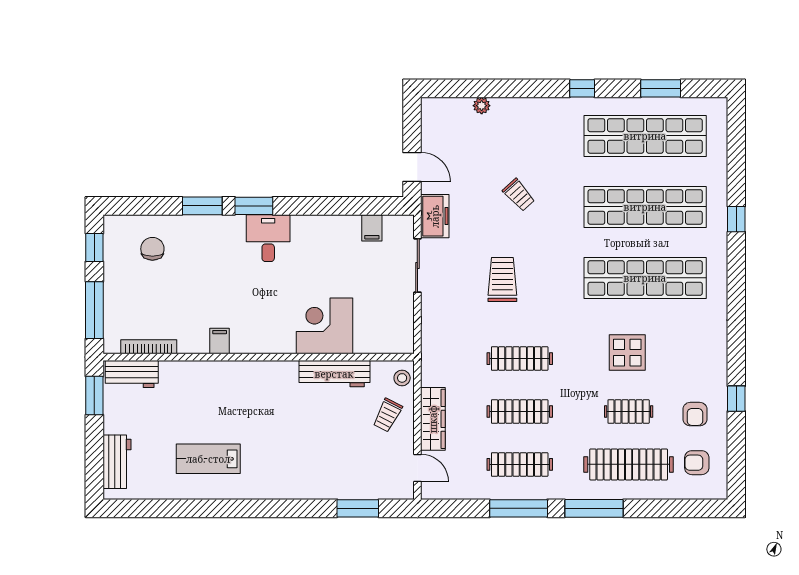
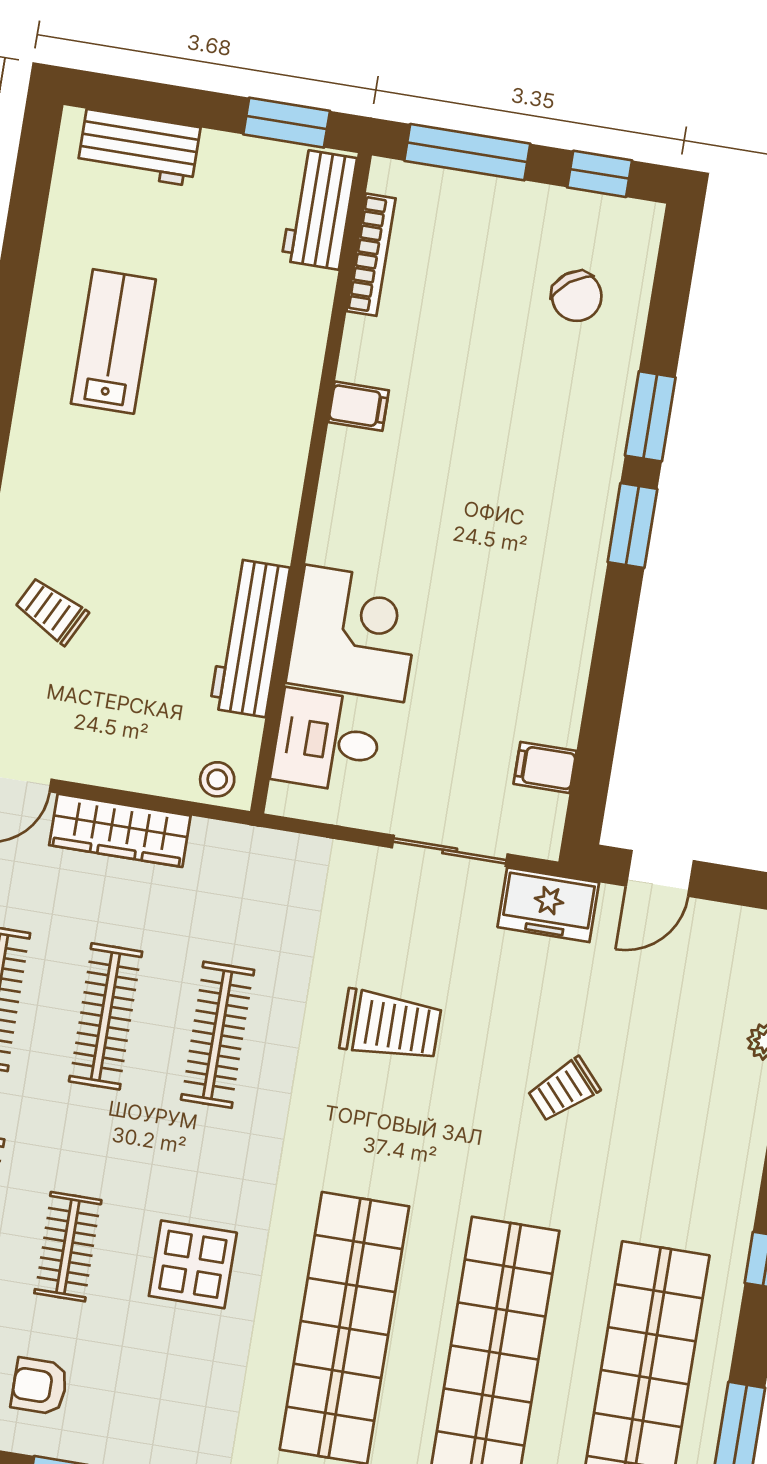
desk: (268, 238) -> (327, 741), moved, turned 180
chair: (152, 249) -> (577, 296), turned 53
trolley: (388, 415) -> (51, 611), moved

